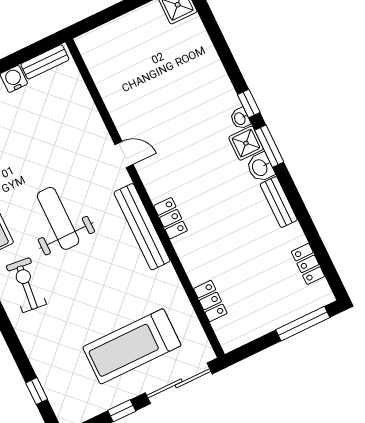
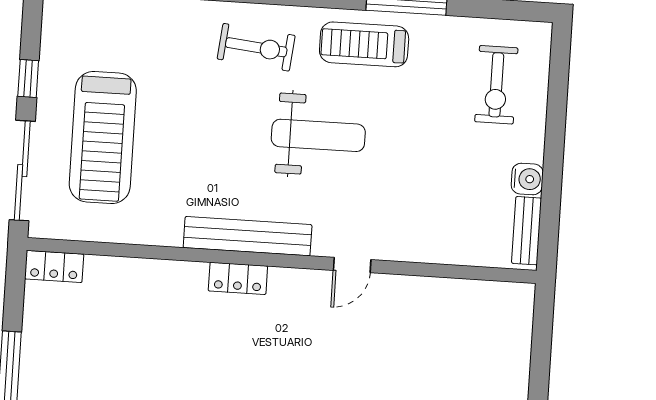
locker: (210, 301) -> (54, 266), moved
treadmill: (132, 346) -> (103, 137), turned 180

